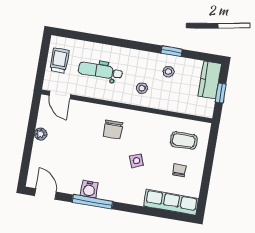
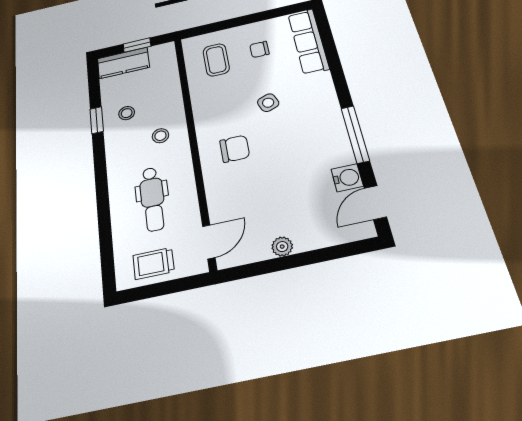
water cooler: (89, 189) -> (347, 178), moved

